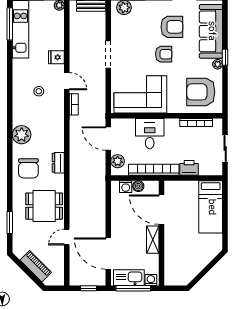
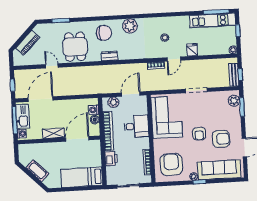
armchair: (172, 27) -> (221, 139), turned -90
chair: (28, 168) -> (104, 33), turned 180
cot: (199, 263) -> (37, 171), added

